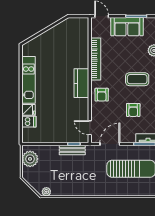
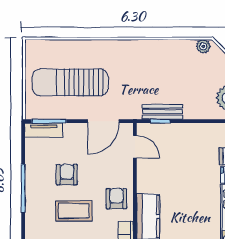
coffee table: (137, 79) -> (74, 211), moved

